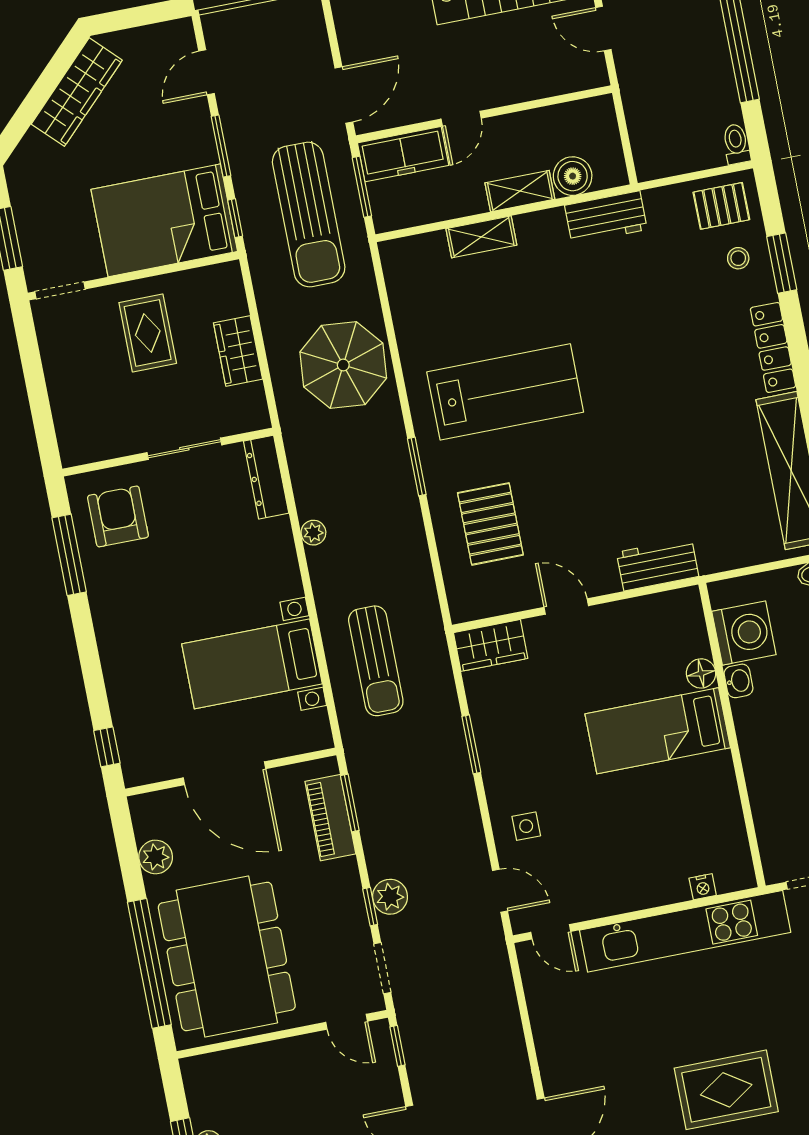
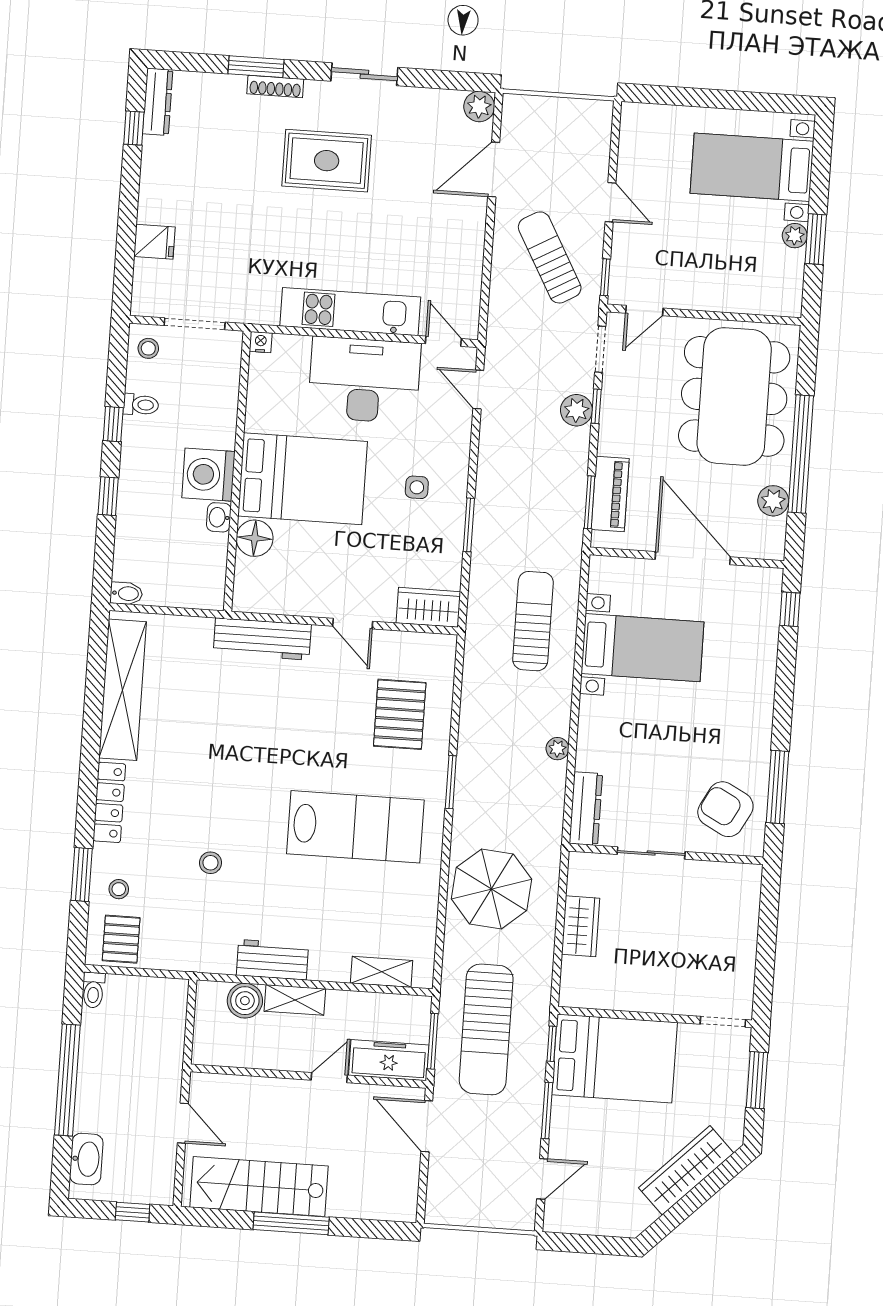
wardrobe: (77, 92) -> (686, 1170), moved
door: (344, 95) -> (427, 1126), hinge flipped
pallet: (721, 206) -> (121, 939), turned 90
sun lounger: (309, 215) -> (486, 1029), turned 180
workbench: (606, 217) -> (272, 960), moved
shelving: (481, 237) -> (382, 972), moved
stool: (649, 312) -> (210, 863), added
rug: (148, 333) -> (656, 964), removed
lab bench: (505, 392) -> (355, 827), turned 180
armchair: (118, 516) -> (725, 809), turned 118
workbench: (658, 564) -> (262, 639), width x1.38
washing machine: (744, 633) -> (208, 475), moved
floor lamp: (701, 673) -> (255, 538), width x1.38, depth x1.38
bed: (658, 731) -> (303, 479), width x1.50
side table: (526, 826) -> (417, 487), moved
desk: (624, 868) -> (364, 380), added
nightstand: (703, 887) -> (261, 342), moved
kitchen unit: (685, 931) -> (350, 312), width x0.73
window: (149, 963) -> (801, 454), moved
door: (347, 1022) -> (644, 311), swing flipped
sun lounger: (462, 1051) -> (550, 257), added

